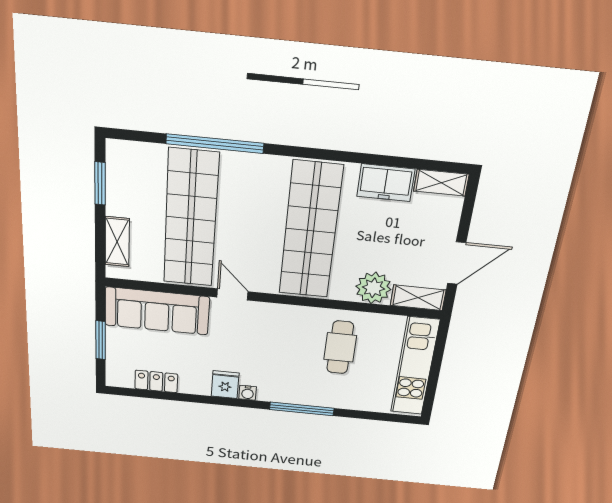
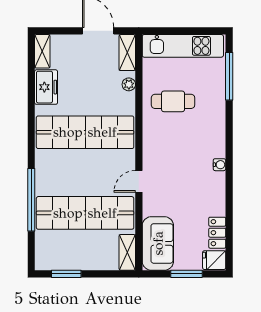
shelving: (117, 242) -> (127, 252), moved, turned 90
plant: (373, 288) -> (129, 84), width x0.53, depth x0.53
sofa: (157, 311) -> (158, 243), width x0.73
fridge: (225, 385) -> (214, 260), moved
window: (302, 409) -> (229, 76), moved

